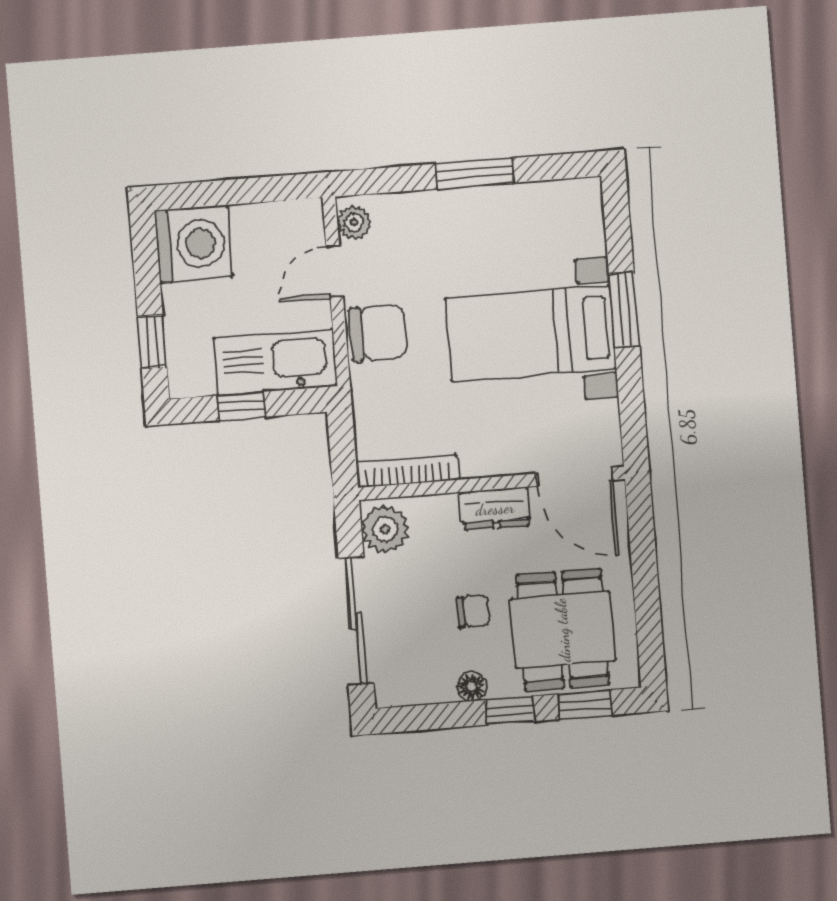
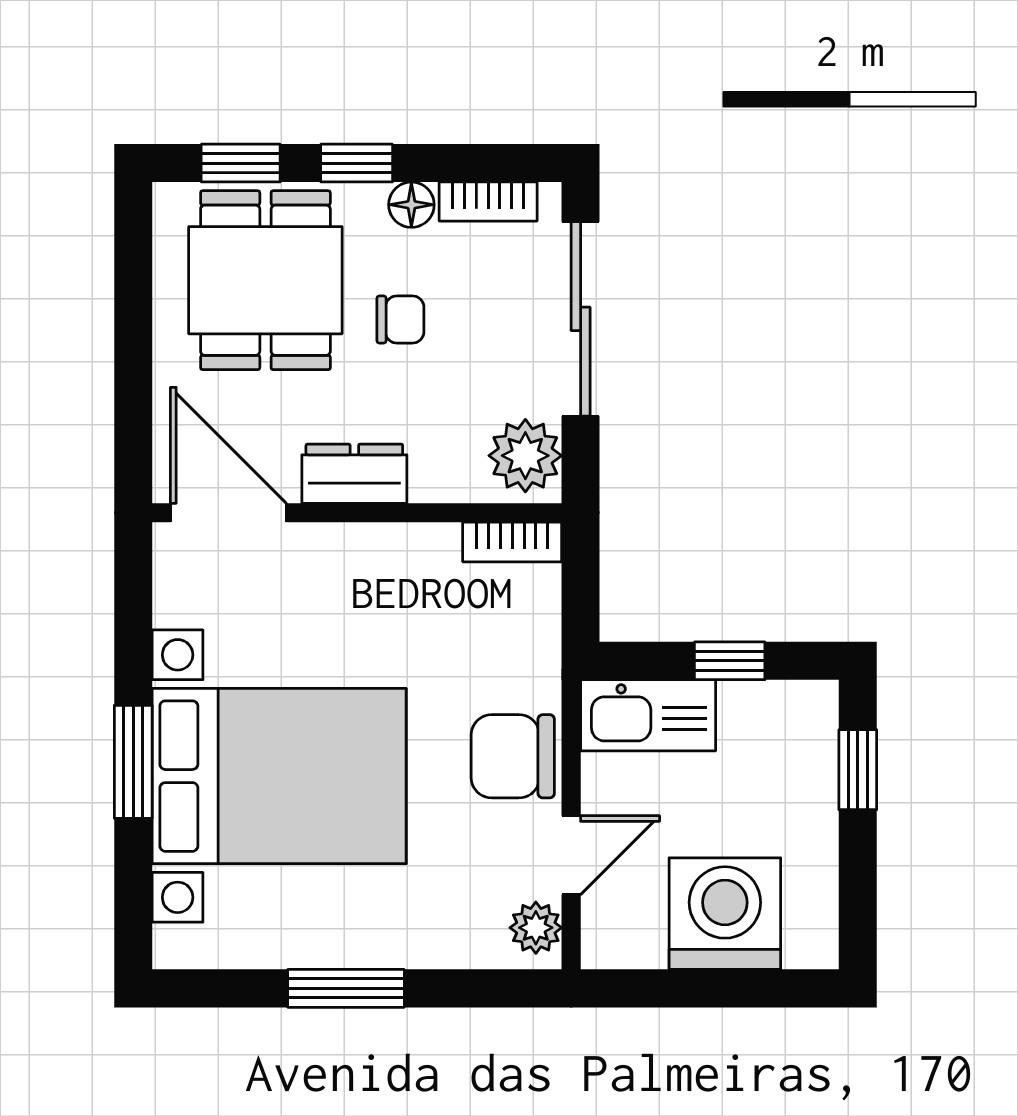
washing machine: (194, 244) -> (725, 914), moved, turned 90
bed with nightstands: (531, 333) -> (279, 776), width x1.36
kitchen sink: (275, 362) -> (648, 715), width x0.73, depth x0.81
bookcase: (407, 471) -> (512, 542), width x0.64
chair: (473, 611) -> (400, 319), turned 180
bookcase: (422, 692) -> (488, 202), added

